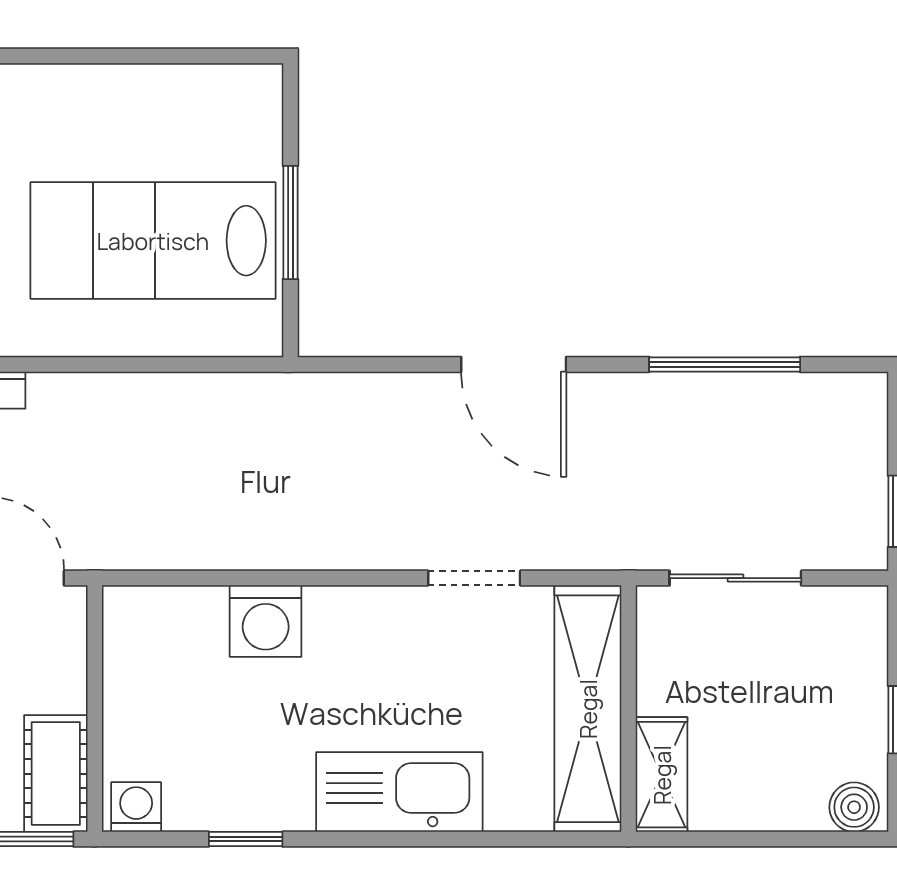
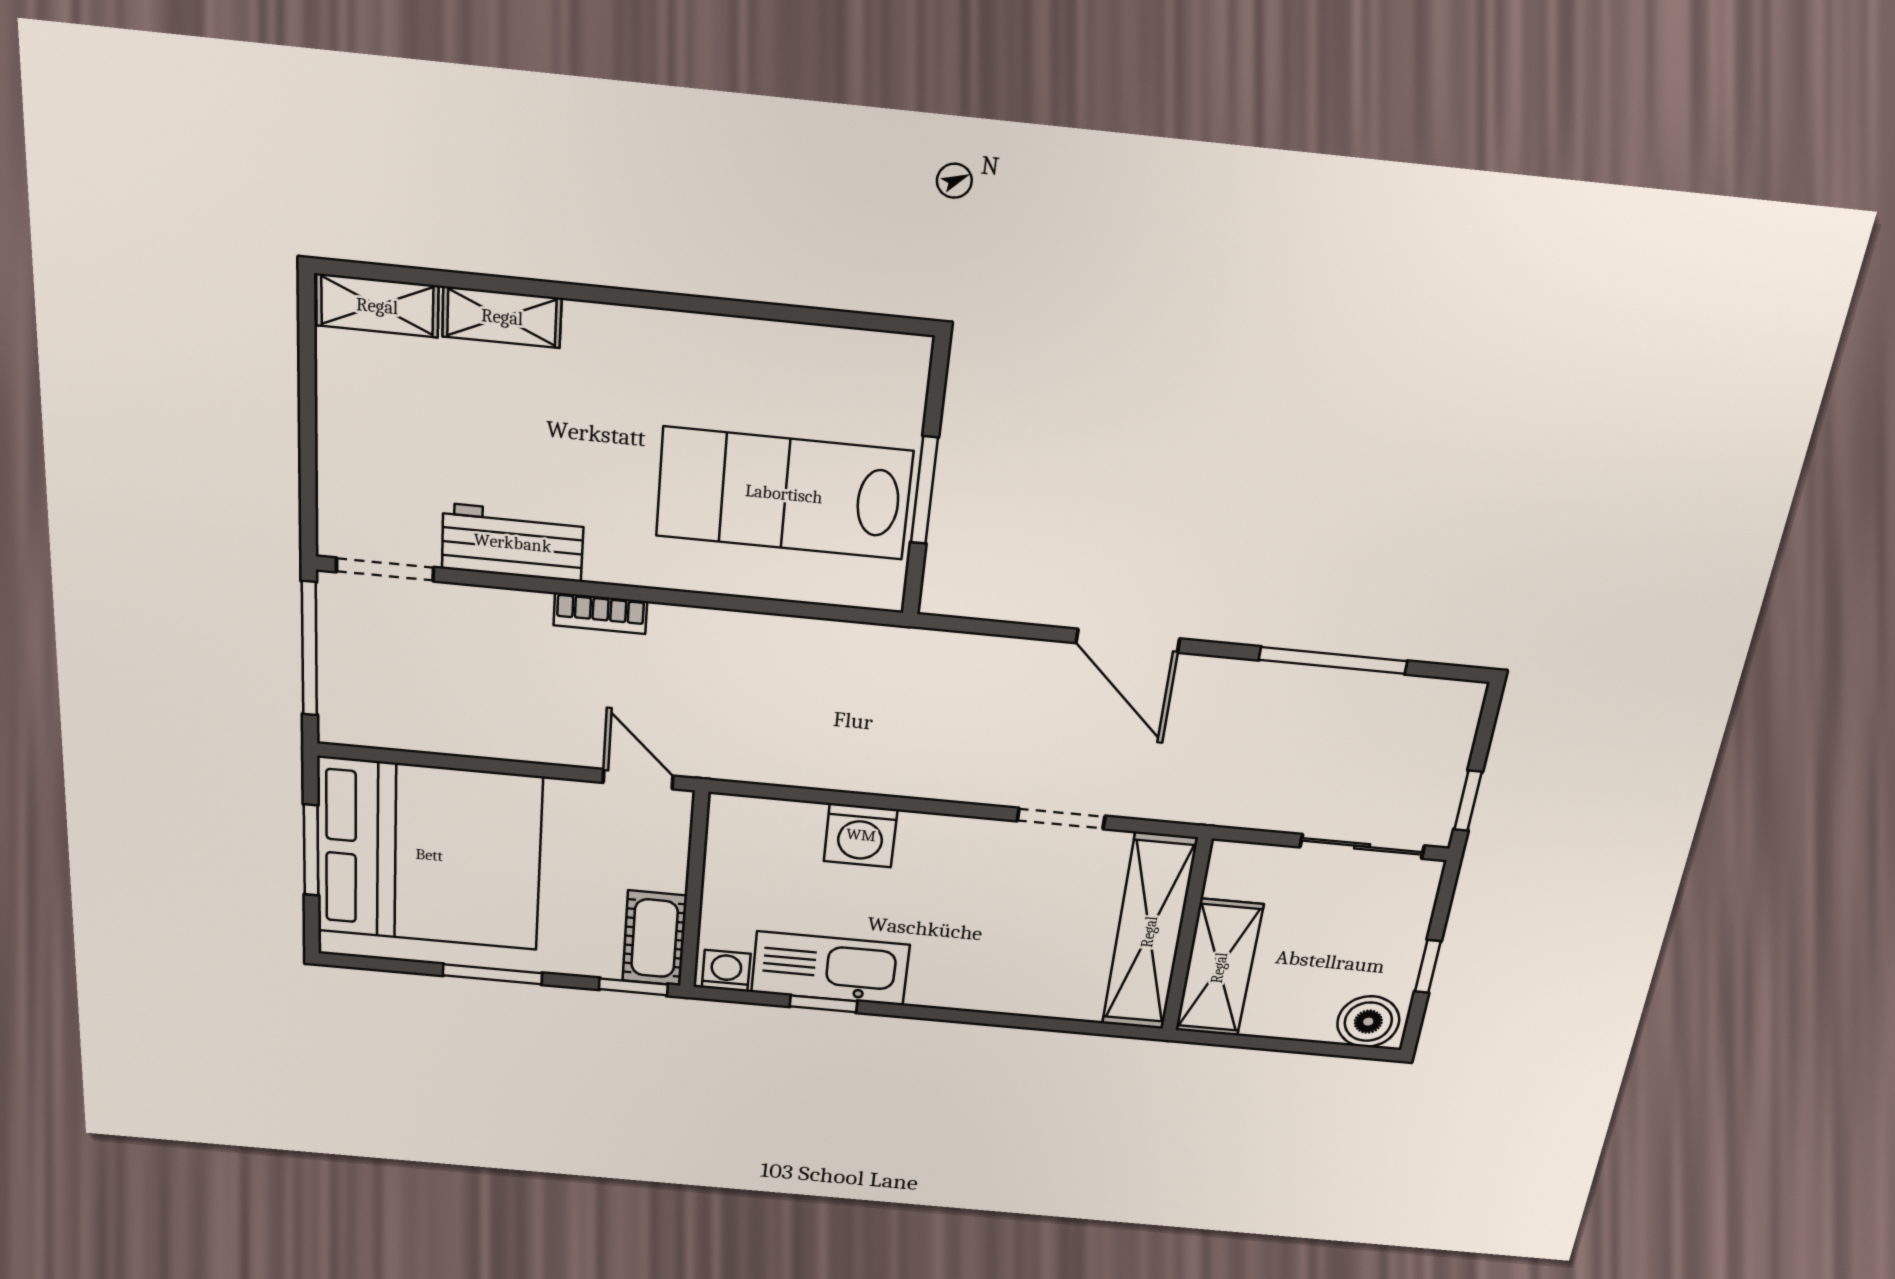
sliding door: (735, 578) -> (1362, 846), moved
shelving: (662, 775) -> (1219, 968), width x1.50, depth x1.33
kitchen sink: (399, 792) -> (830, 968), moved
boiler: (854, 807) -> (1368, 1022), width x1.36, depth x1.36

